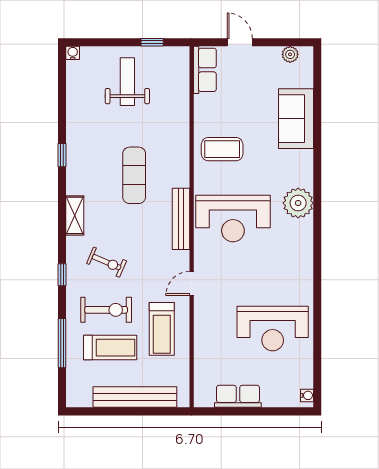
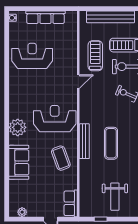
sofa: (296, 119) -> (19, 162), moved
coffee table: (222, 149) -> (61, 158), turned 70
bench: (181, 219) -> (84, 141), moved
row of seats: (238, 396) -> (45, 17), width x1.48

